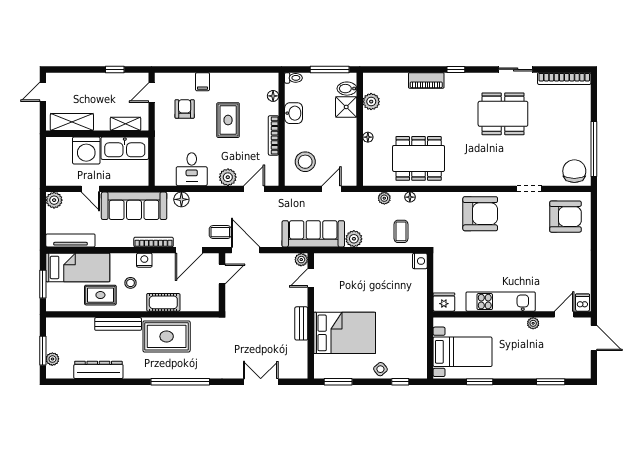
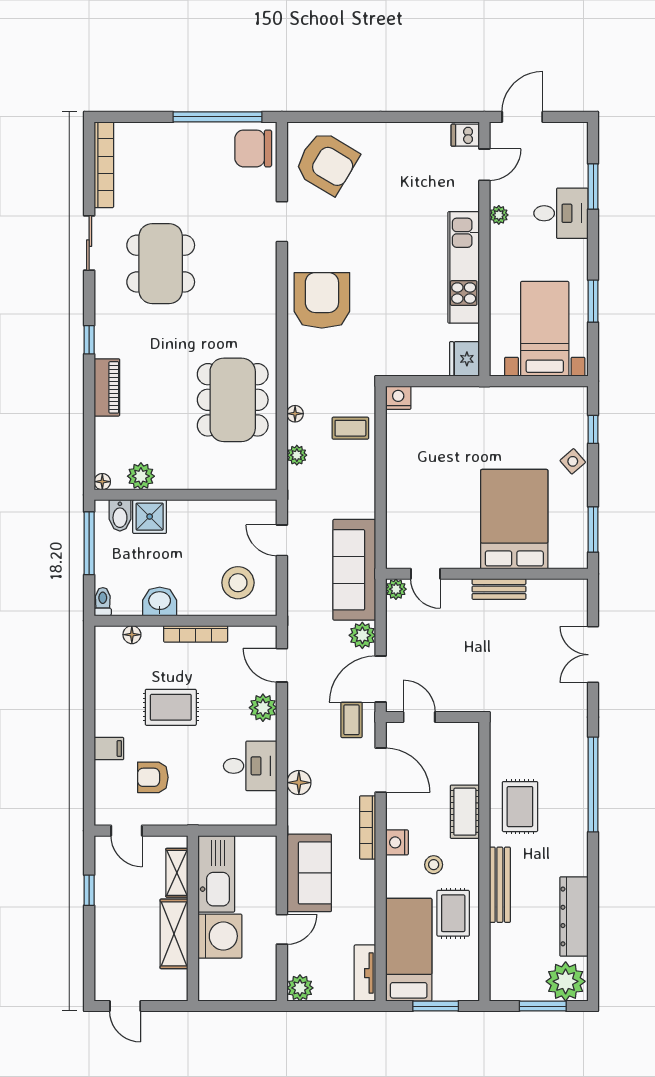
shelving: (72, 122) -> (174, 934), moved
floor lamp: (368, 137) -> (102, 482), moved
sofa: (134, 206) -> (309, 873), width x0.73
armchair: (565, 217) -> (327, 163), turned 121
plant: (354, 239) -> (362, 635), moved
tv unit: (70, 240) -> (365, 973), width x0.71
door: (564, 314) -> (484, 165), swing flipped
rug: (167, 336) -> (520, 807), width x0.73, depth x0.70
plant: (52, 359) -> (566, 981), width x1.88, depth x1.88
desk: (534, 362) -> (561, 213), added

